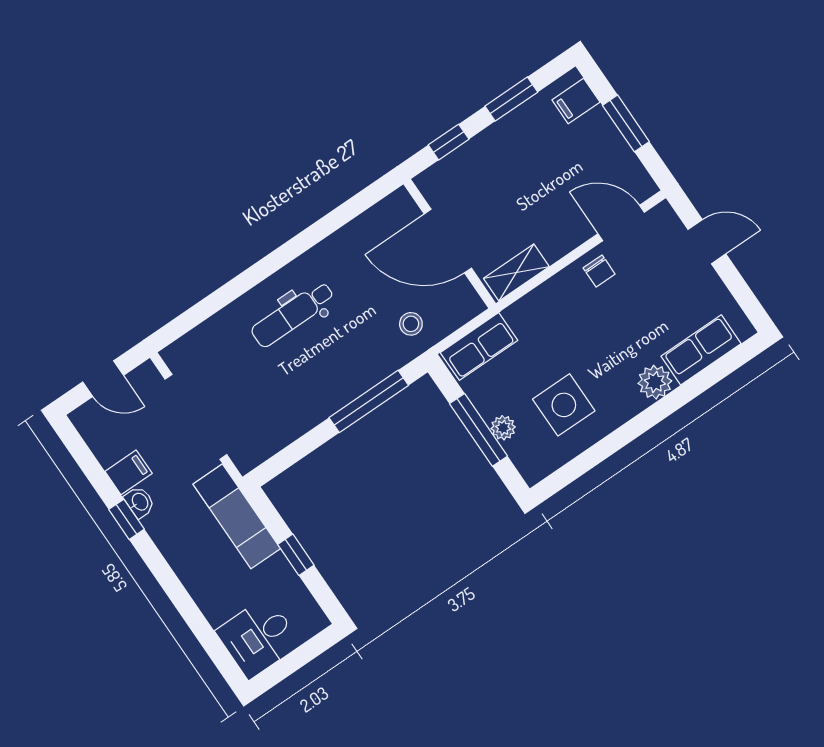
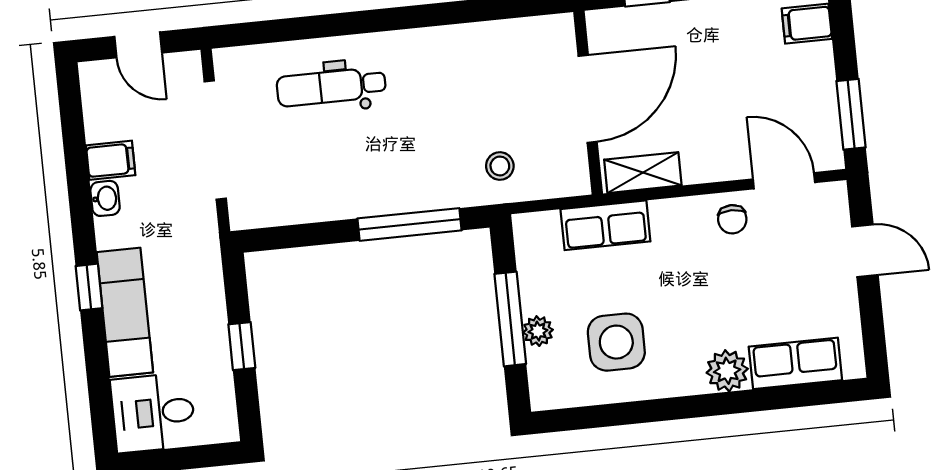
window: (626, 123) -> (851, 114), moved
door: (448, 241) -> (588, 99), swing flipped
dental chair: (293, 314) -> (331, 87), moved
row of seats: (479, 346) -> (605, 225), moved
exam couch: (237, 516) -> (125, 312), moved, turned 180
window: (127, 519) -> (89, 287), moved

